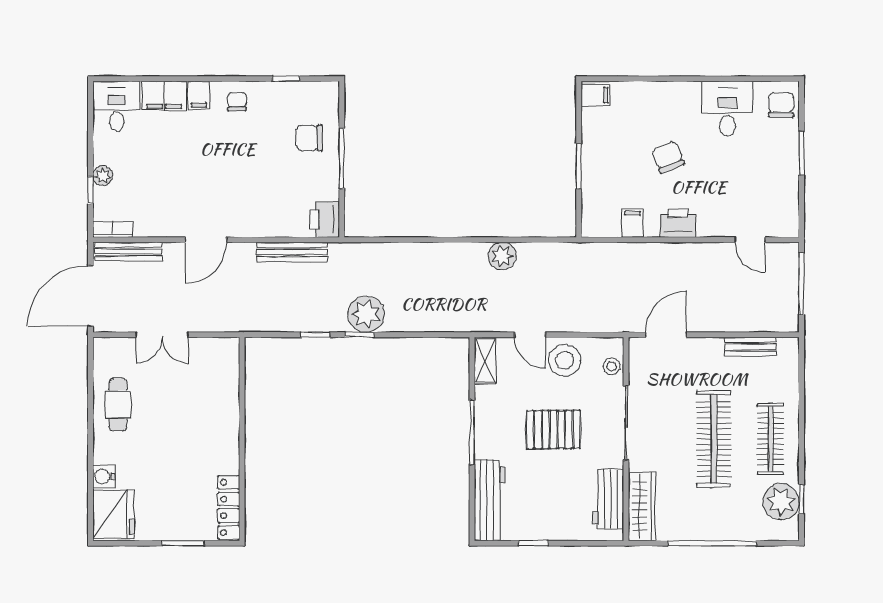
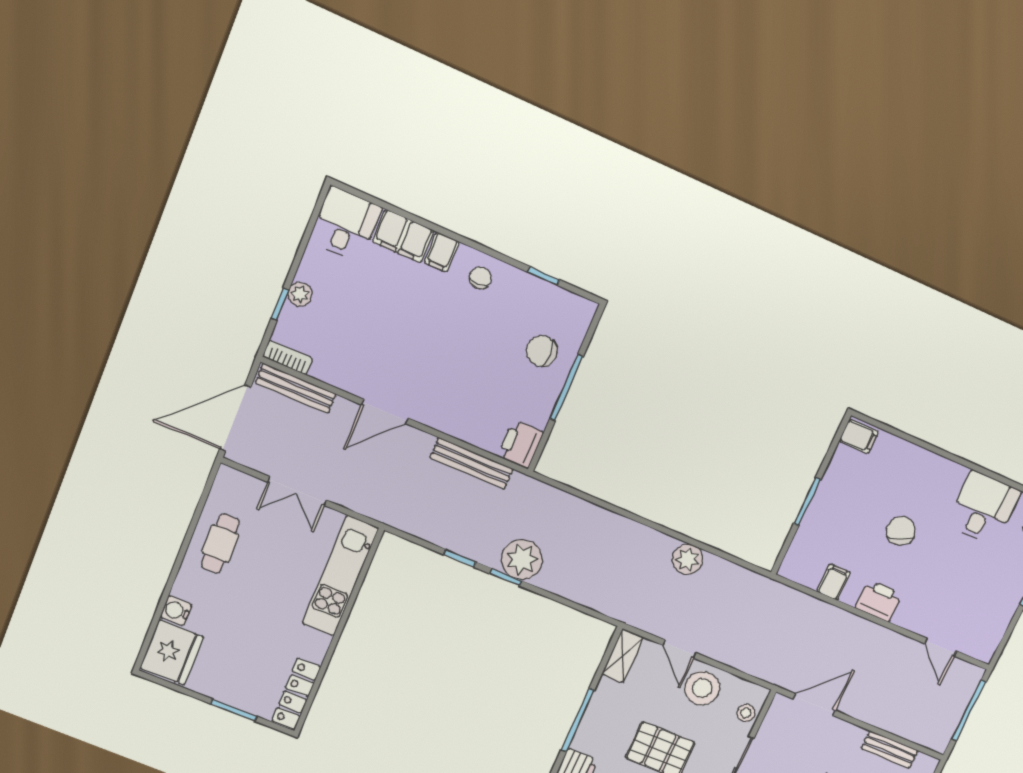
kitchen unit: (225, 391) -> (340, 576), added

